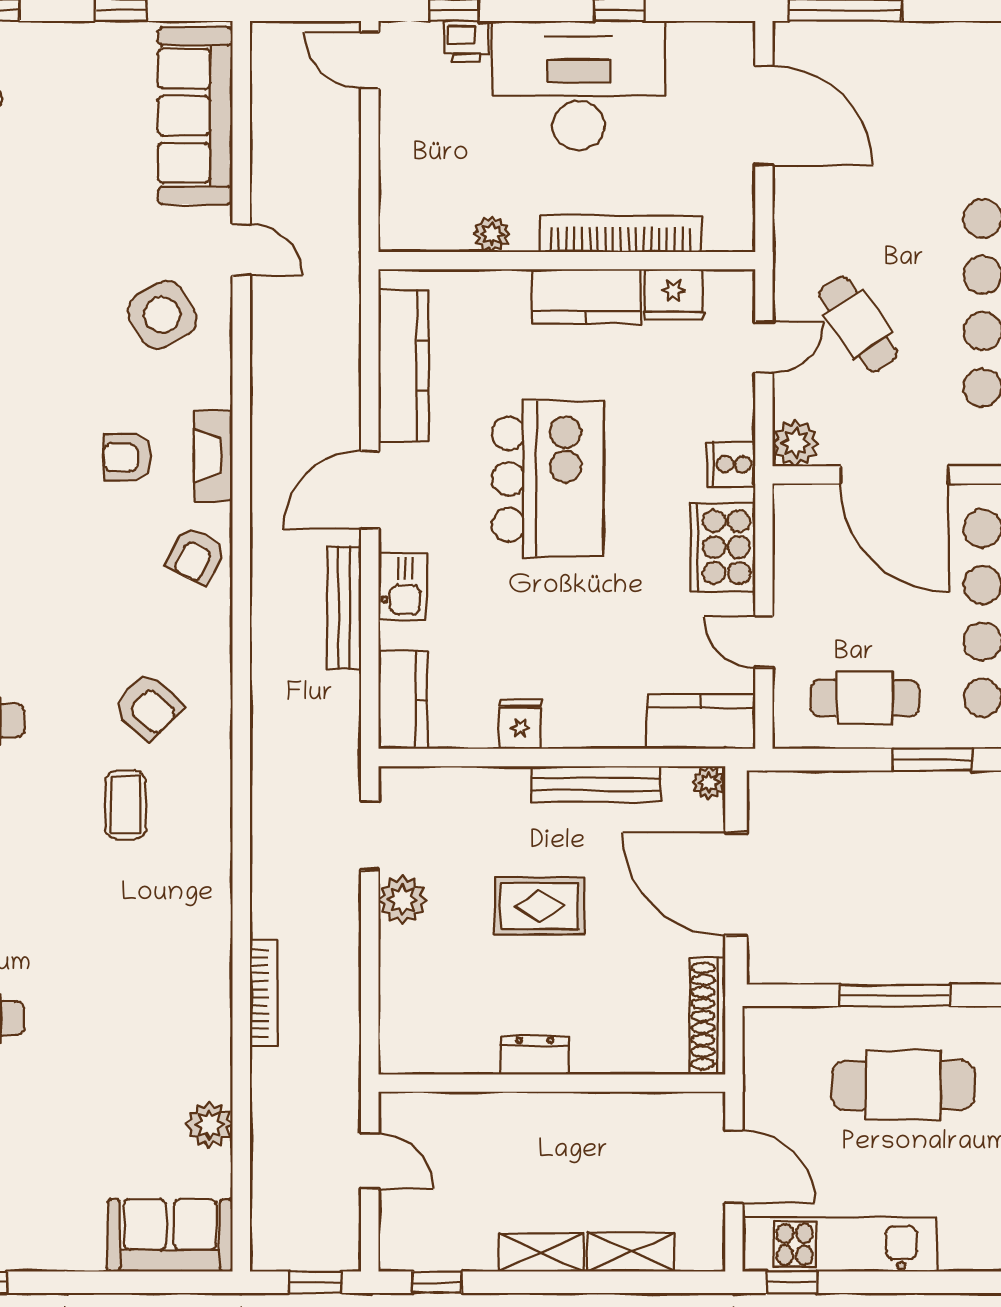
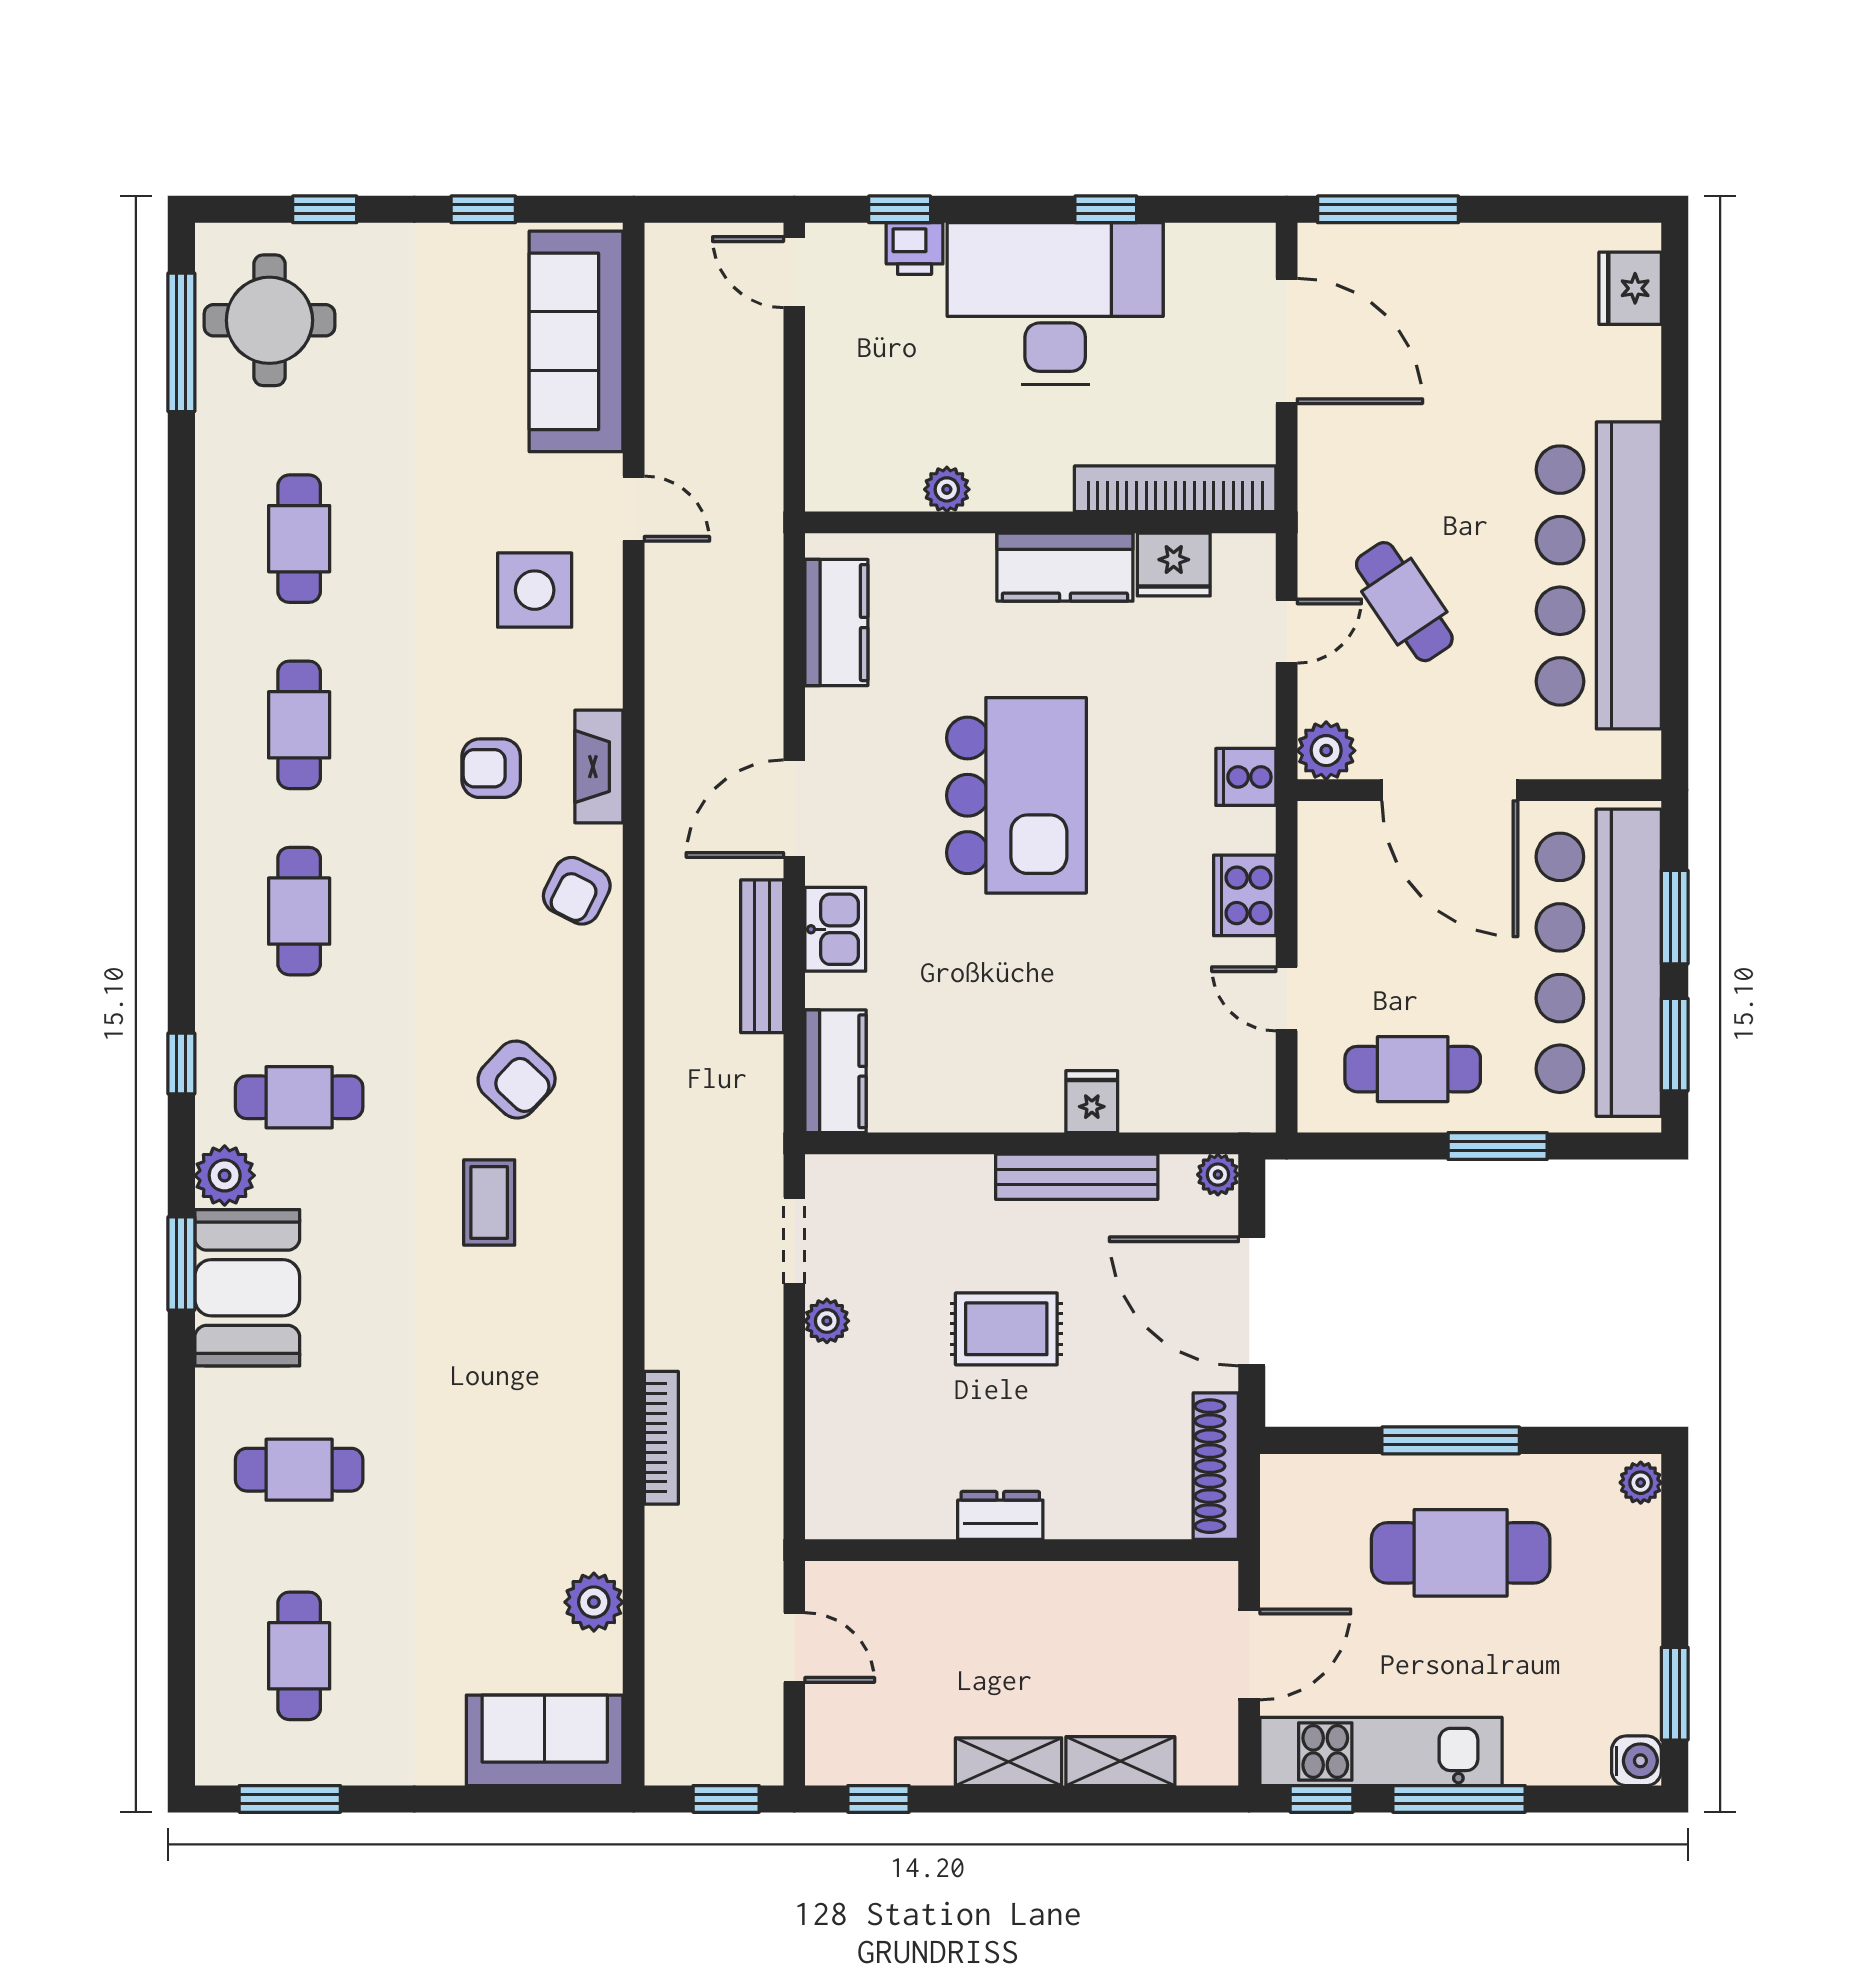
bookcase: (620, 234) -> (1175, 489), moved
side table: (162, 315) -> (535, 590), turned 30
kitchen counter: (404, 366) -> (836, 623), width x0.67
cooker: (723, 547) -> (1245, 895), width x0.73, depth x0.76
kitchen counter: (701, 722) -> (1208, 1099), removed
fridge: (520, 724) -> (1092, 1102), moved
plant: (402, 900) -> (827, 1321), width x0.73, depth x0.73
door: (734, 1167) -> (1249, 1655), hinge flipped
window: (902, 1282) -> (1459, 1799), added

